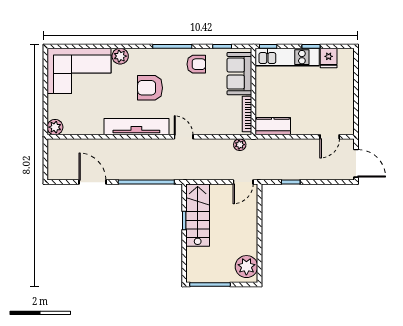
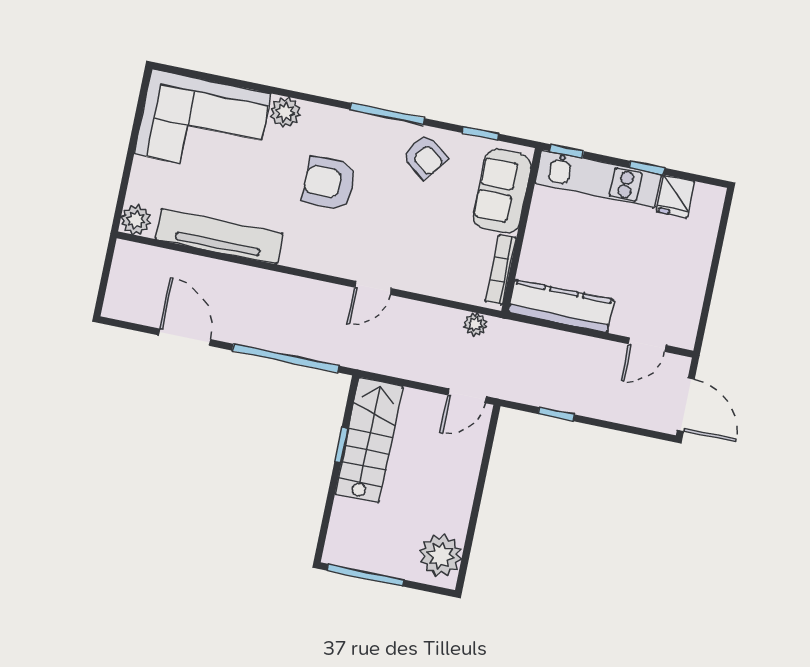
armchair: (196, 64) -> (425, 157), turned 38
kitchen counter: (273, 126) -> (561, 306), width x1.50
tv unit: (136, 127) -> (219, 236), moved
door: (184, 137) -> (373, 288), swing flipped

